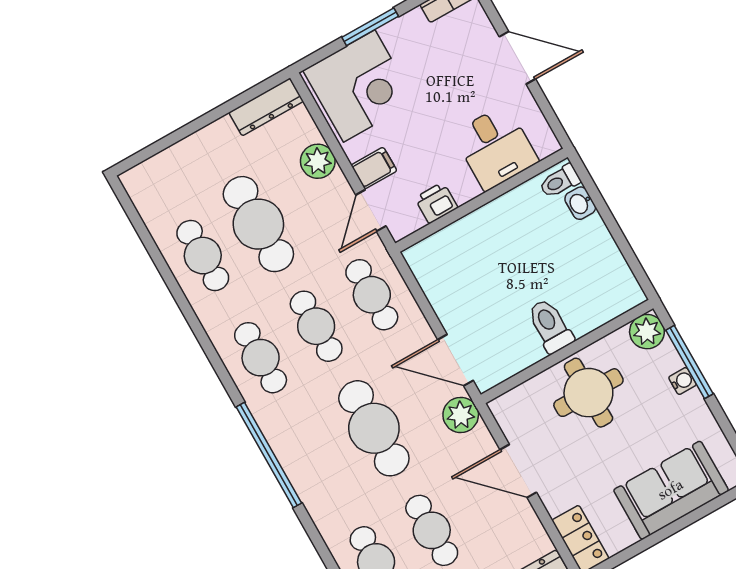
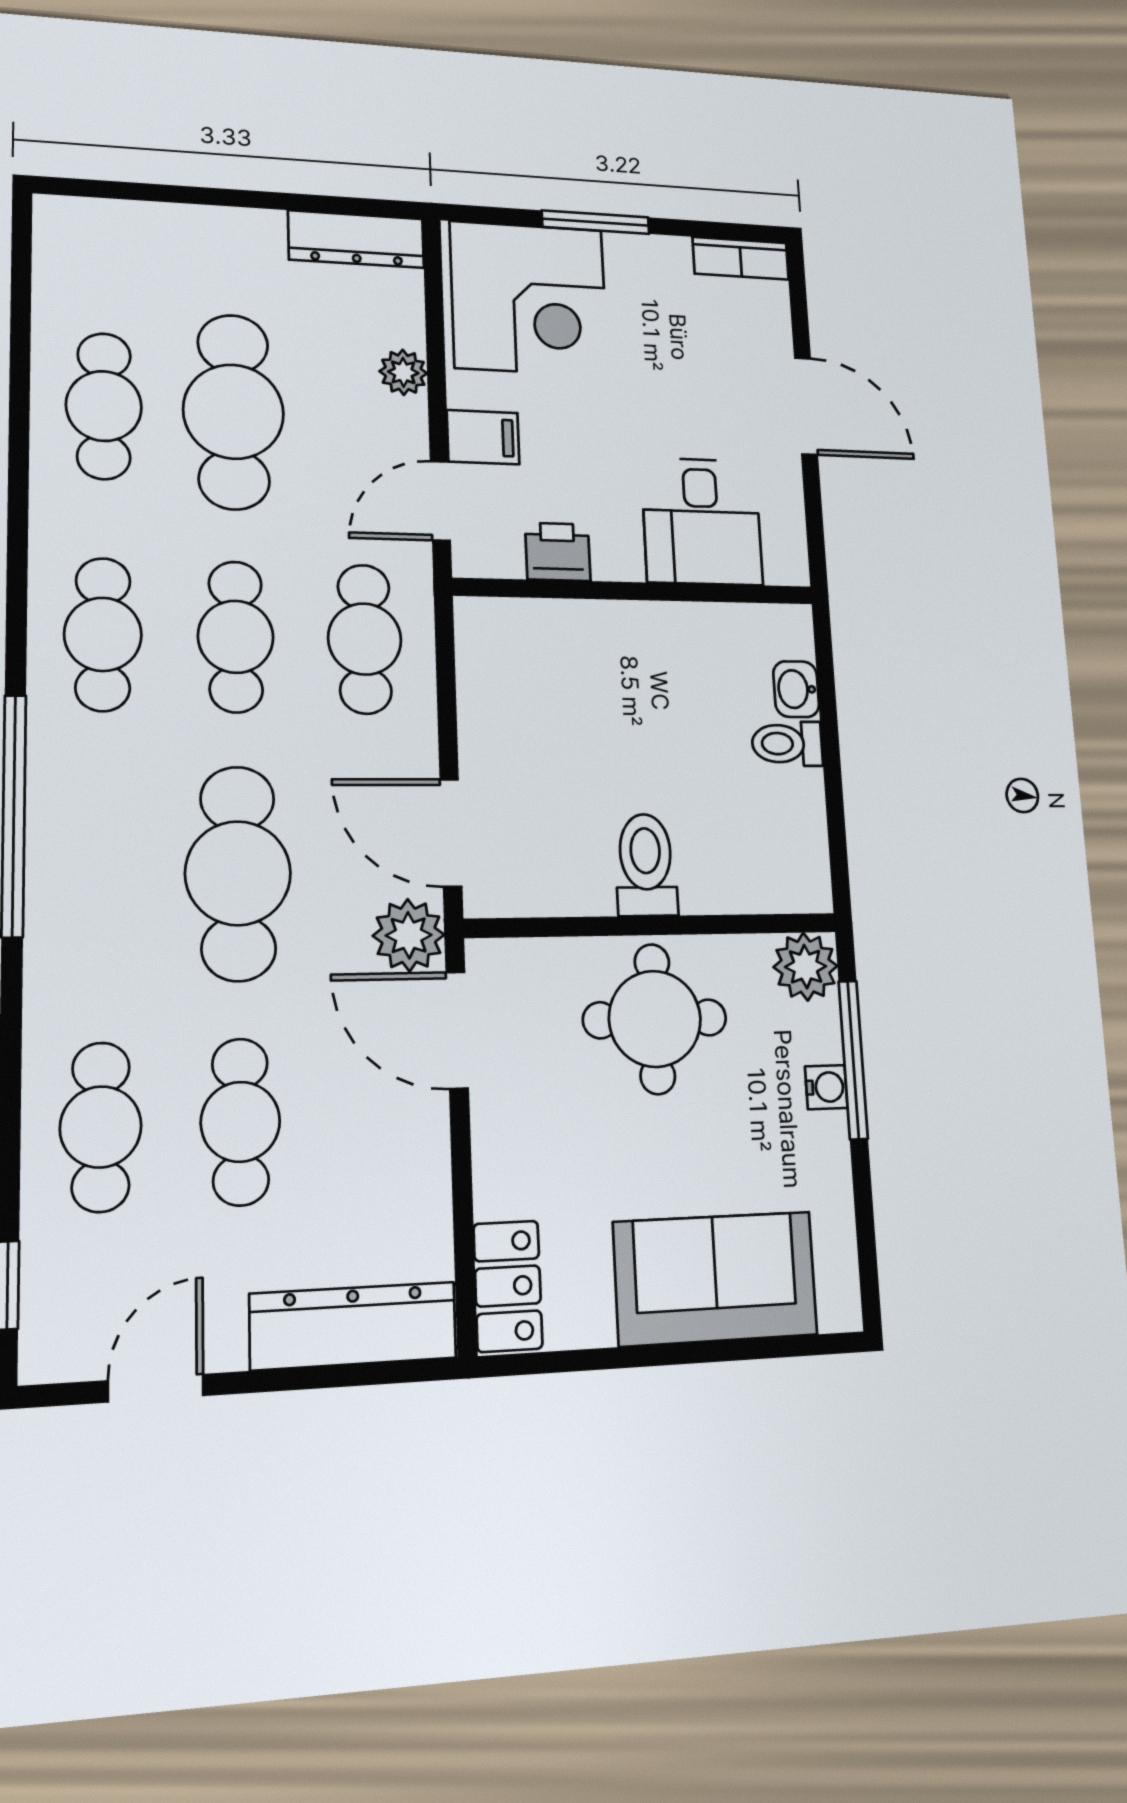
plant: (318, 161) -> (403, 372), width x0.73, depth x0.73
toilet: (560, 181) -> (787, 744), moved
door: (518, 471) -> (457, 1030), moved

